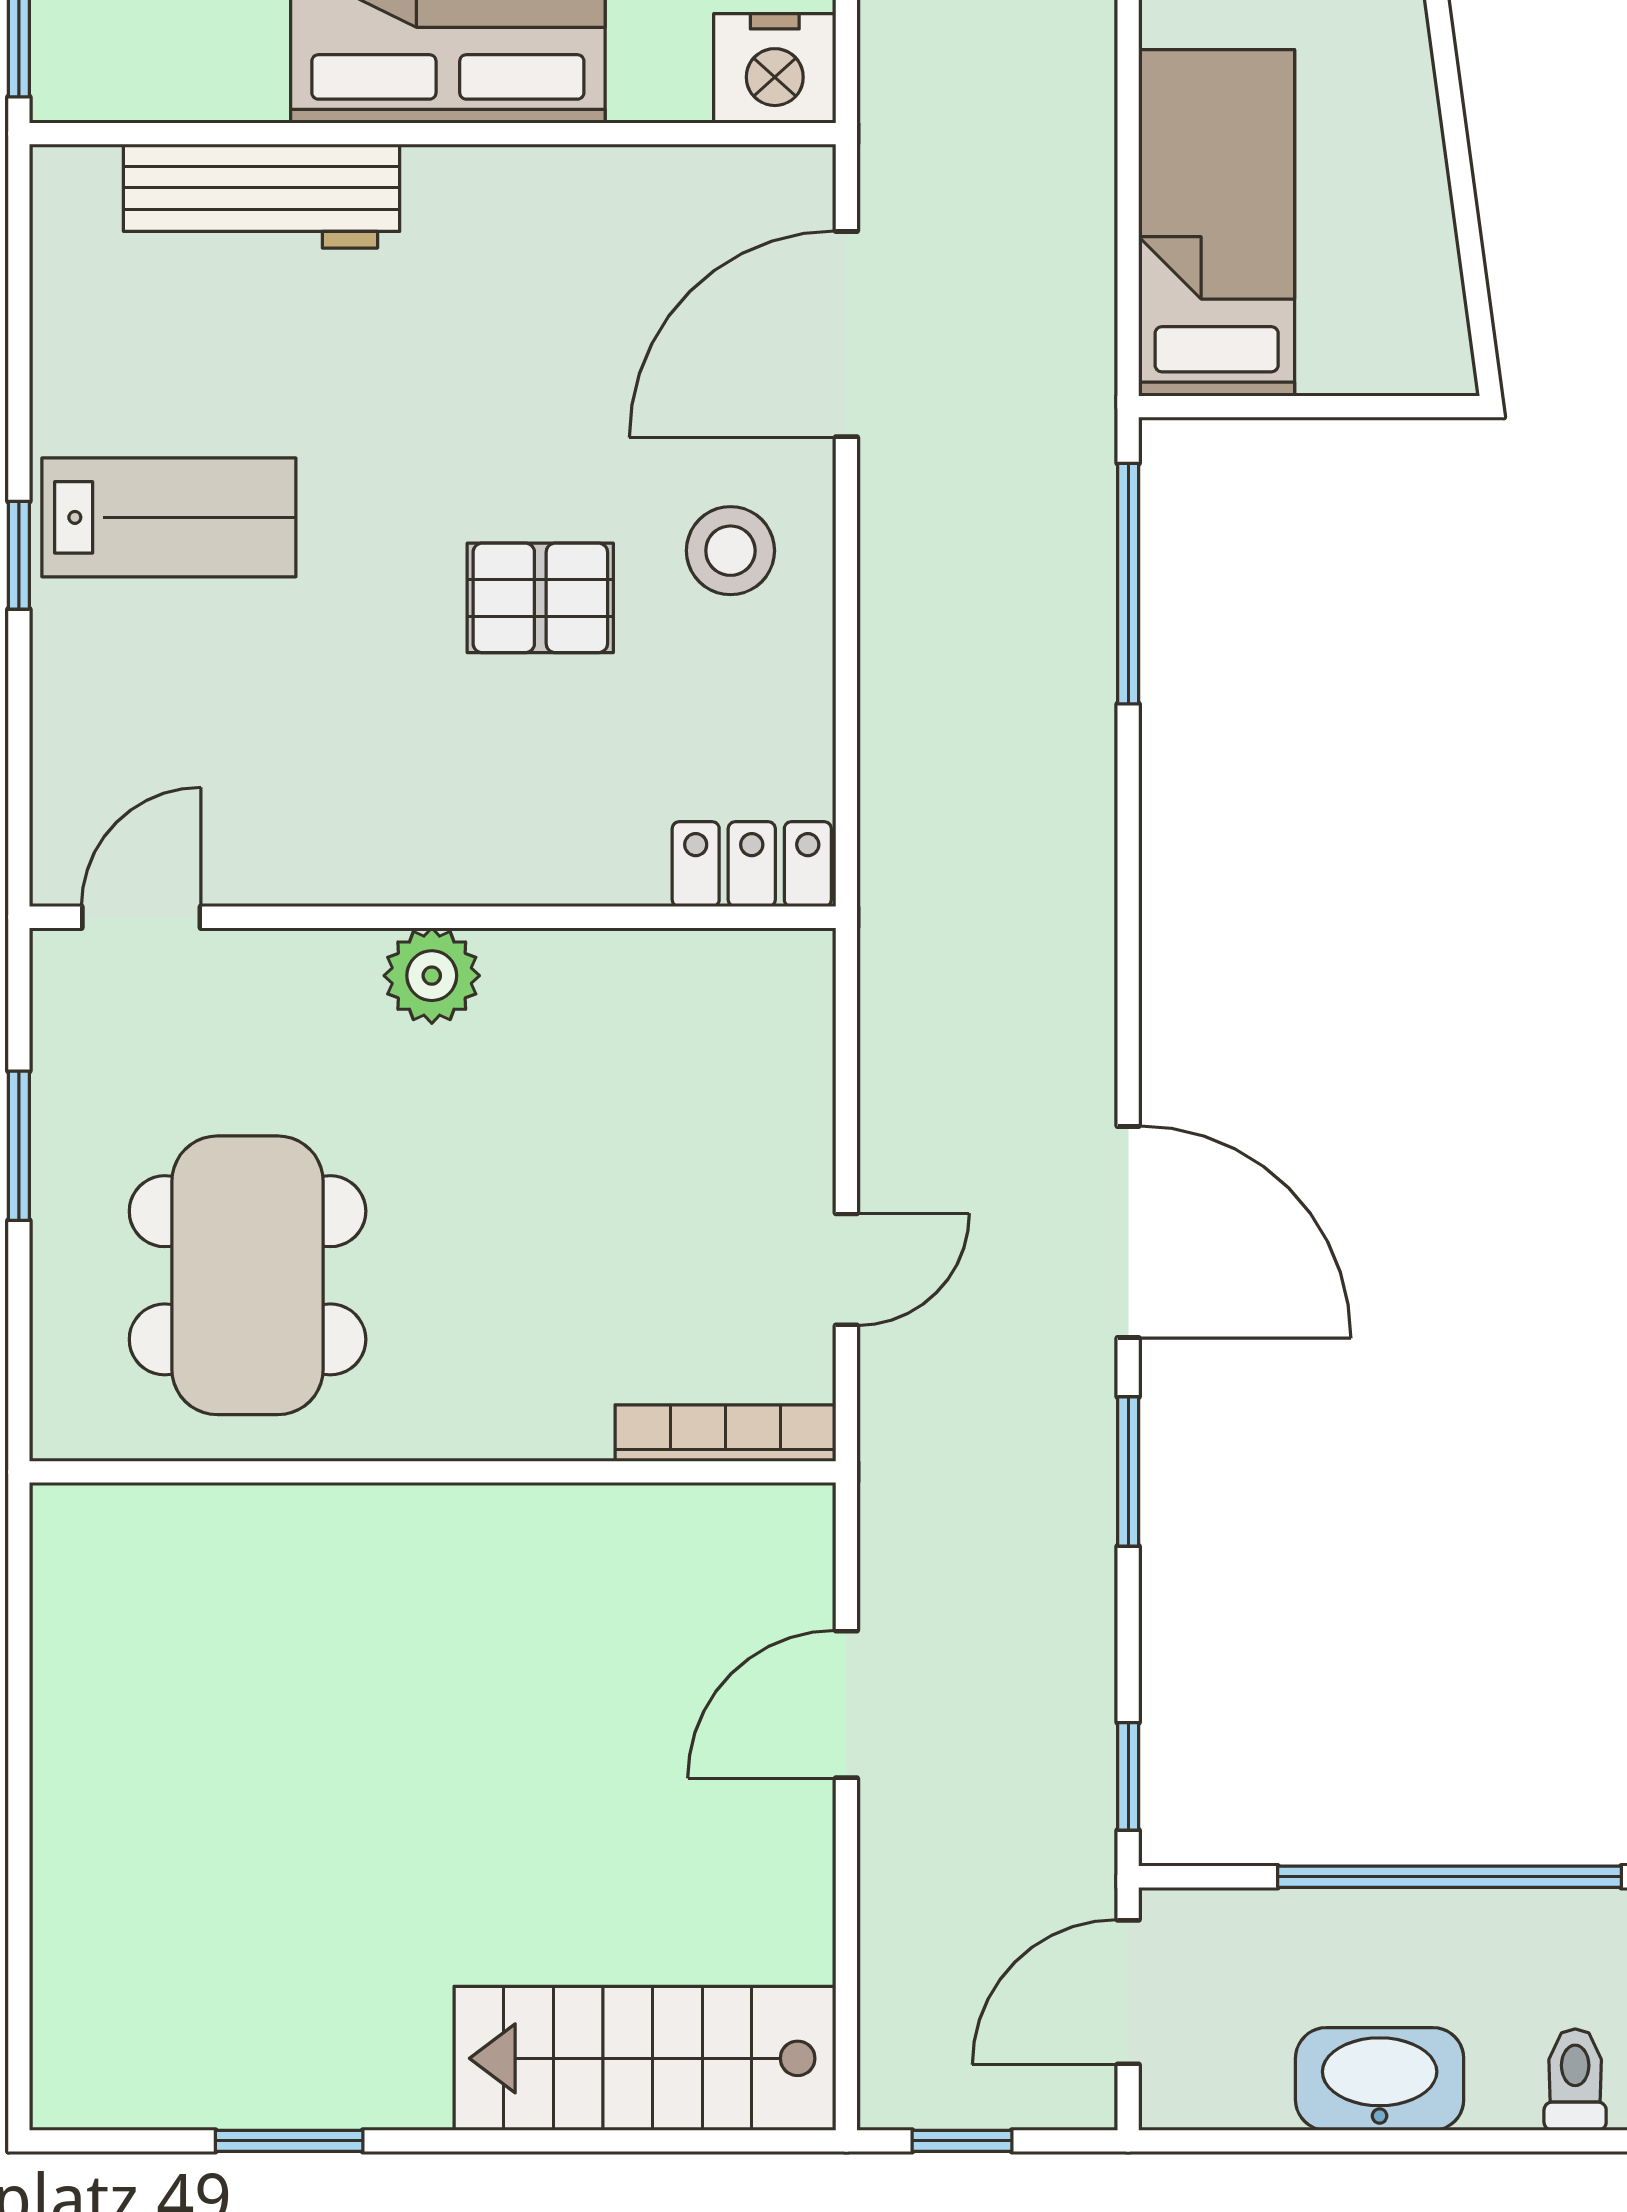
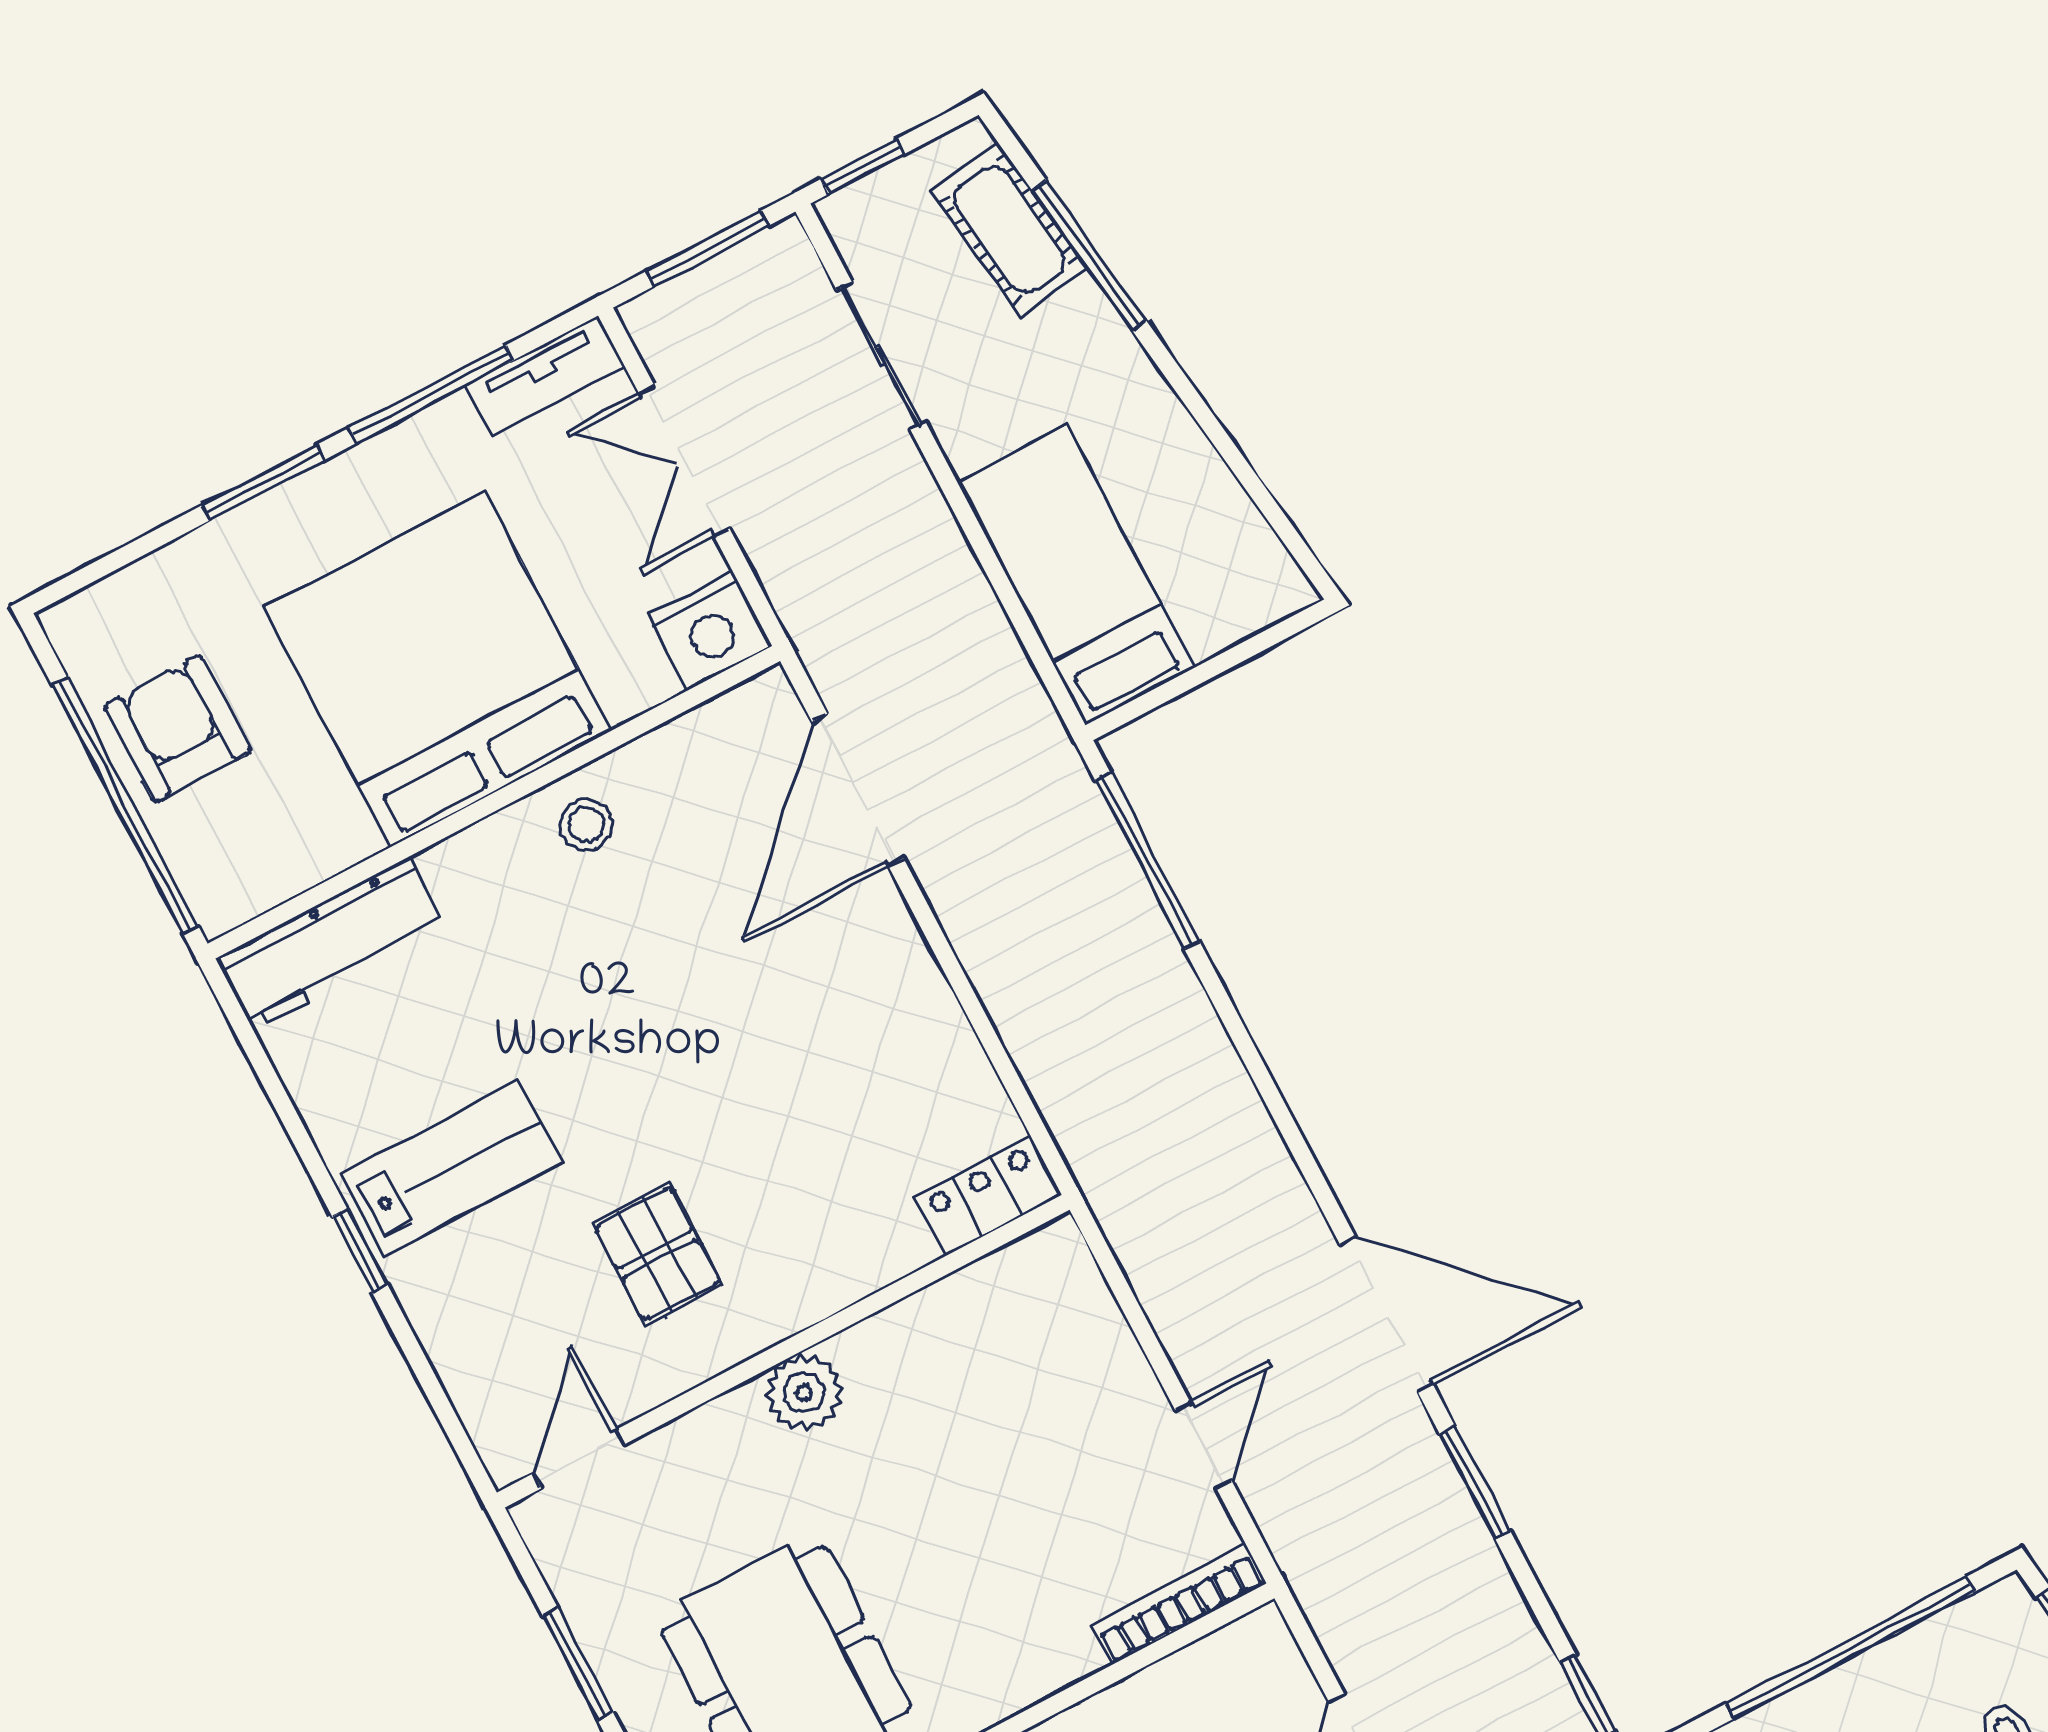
workbench: (262, 196) -> (331, 944), moved
stool: (730, 551) -> (586, 825), moved, width x0.73, depth x0.73
pallet: (540, 598) -> (657, 1254), moved, turned 90

